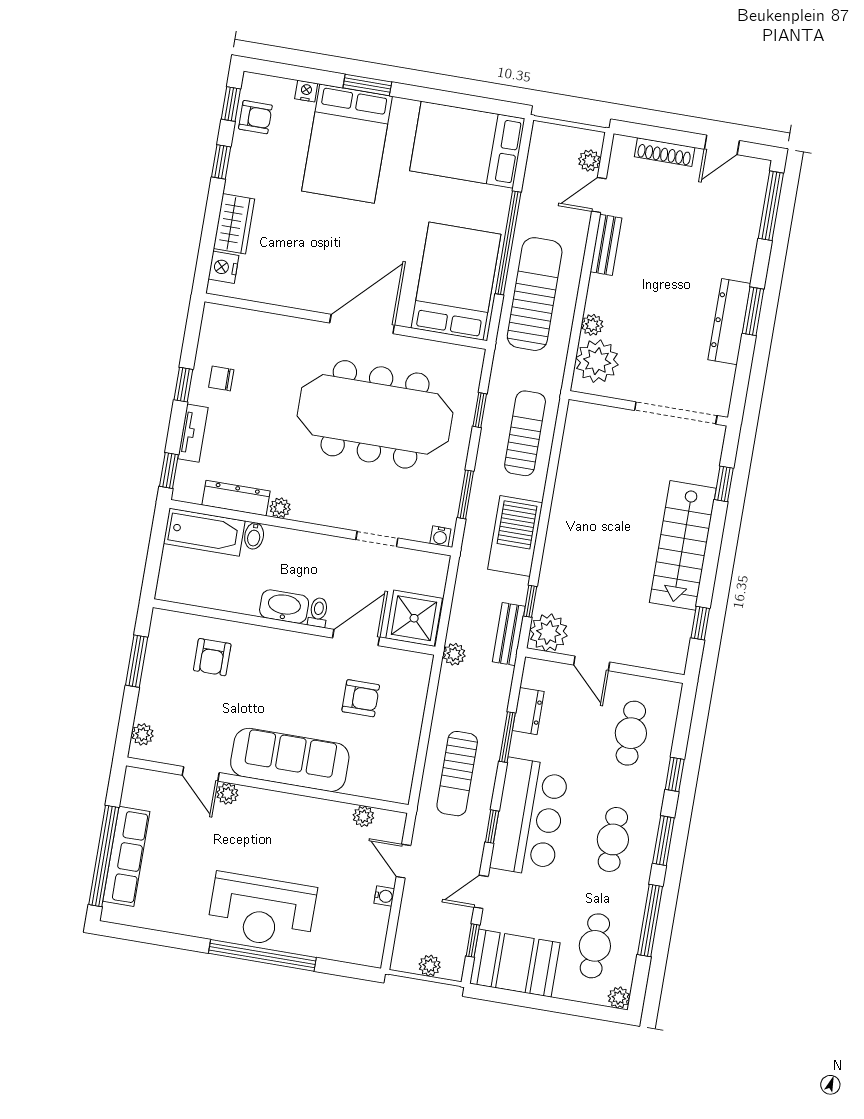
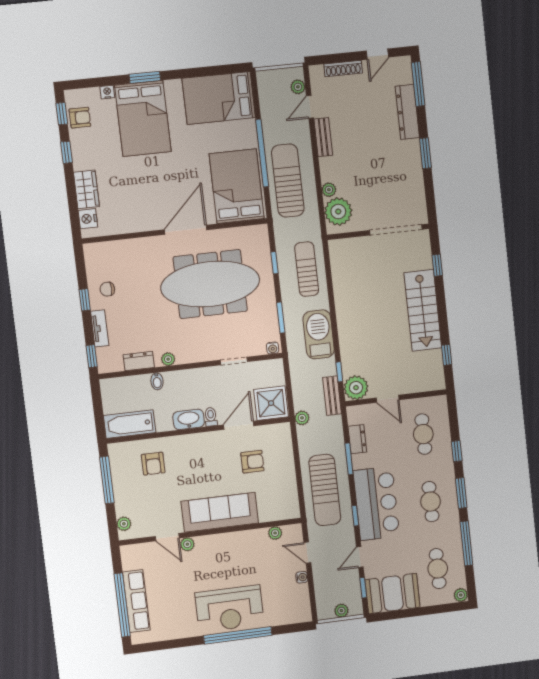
dresser: (729, 322) -> (407, 112), moved
dresser: (236, 498) -> (139, 361), width x0.70
bathtub: (204, 532) -> (130, 424), moved, turned 180
window: (137, 661) -> (107, 480), width x1.44
sun lounger: (457, 774) -> (325, 490), width x1.36, depth x1.34

